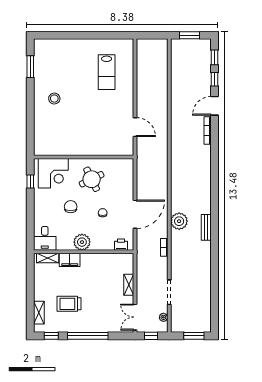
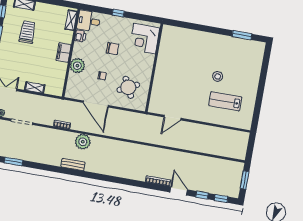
stool: (54, 99) -> (218, 76), moved
round table: (92, 179) -> (128, 87), moved
window: (30, 181) -> (118, 13), moved
plant: (82, 242) -> (77, 66), moved
printer: (121, 245) -> (80, 36), moved
filing cabinet: (70, 260) -> (64, 53), moved
window: (215, 294) -> (14, 162), added

